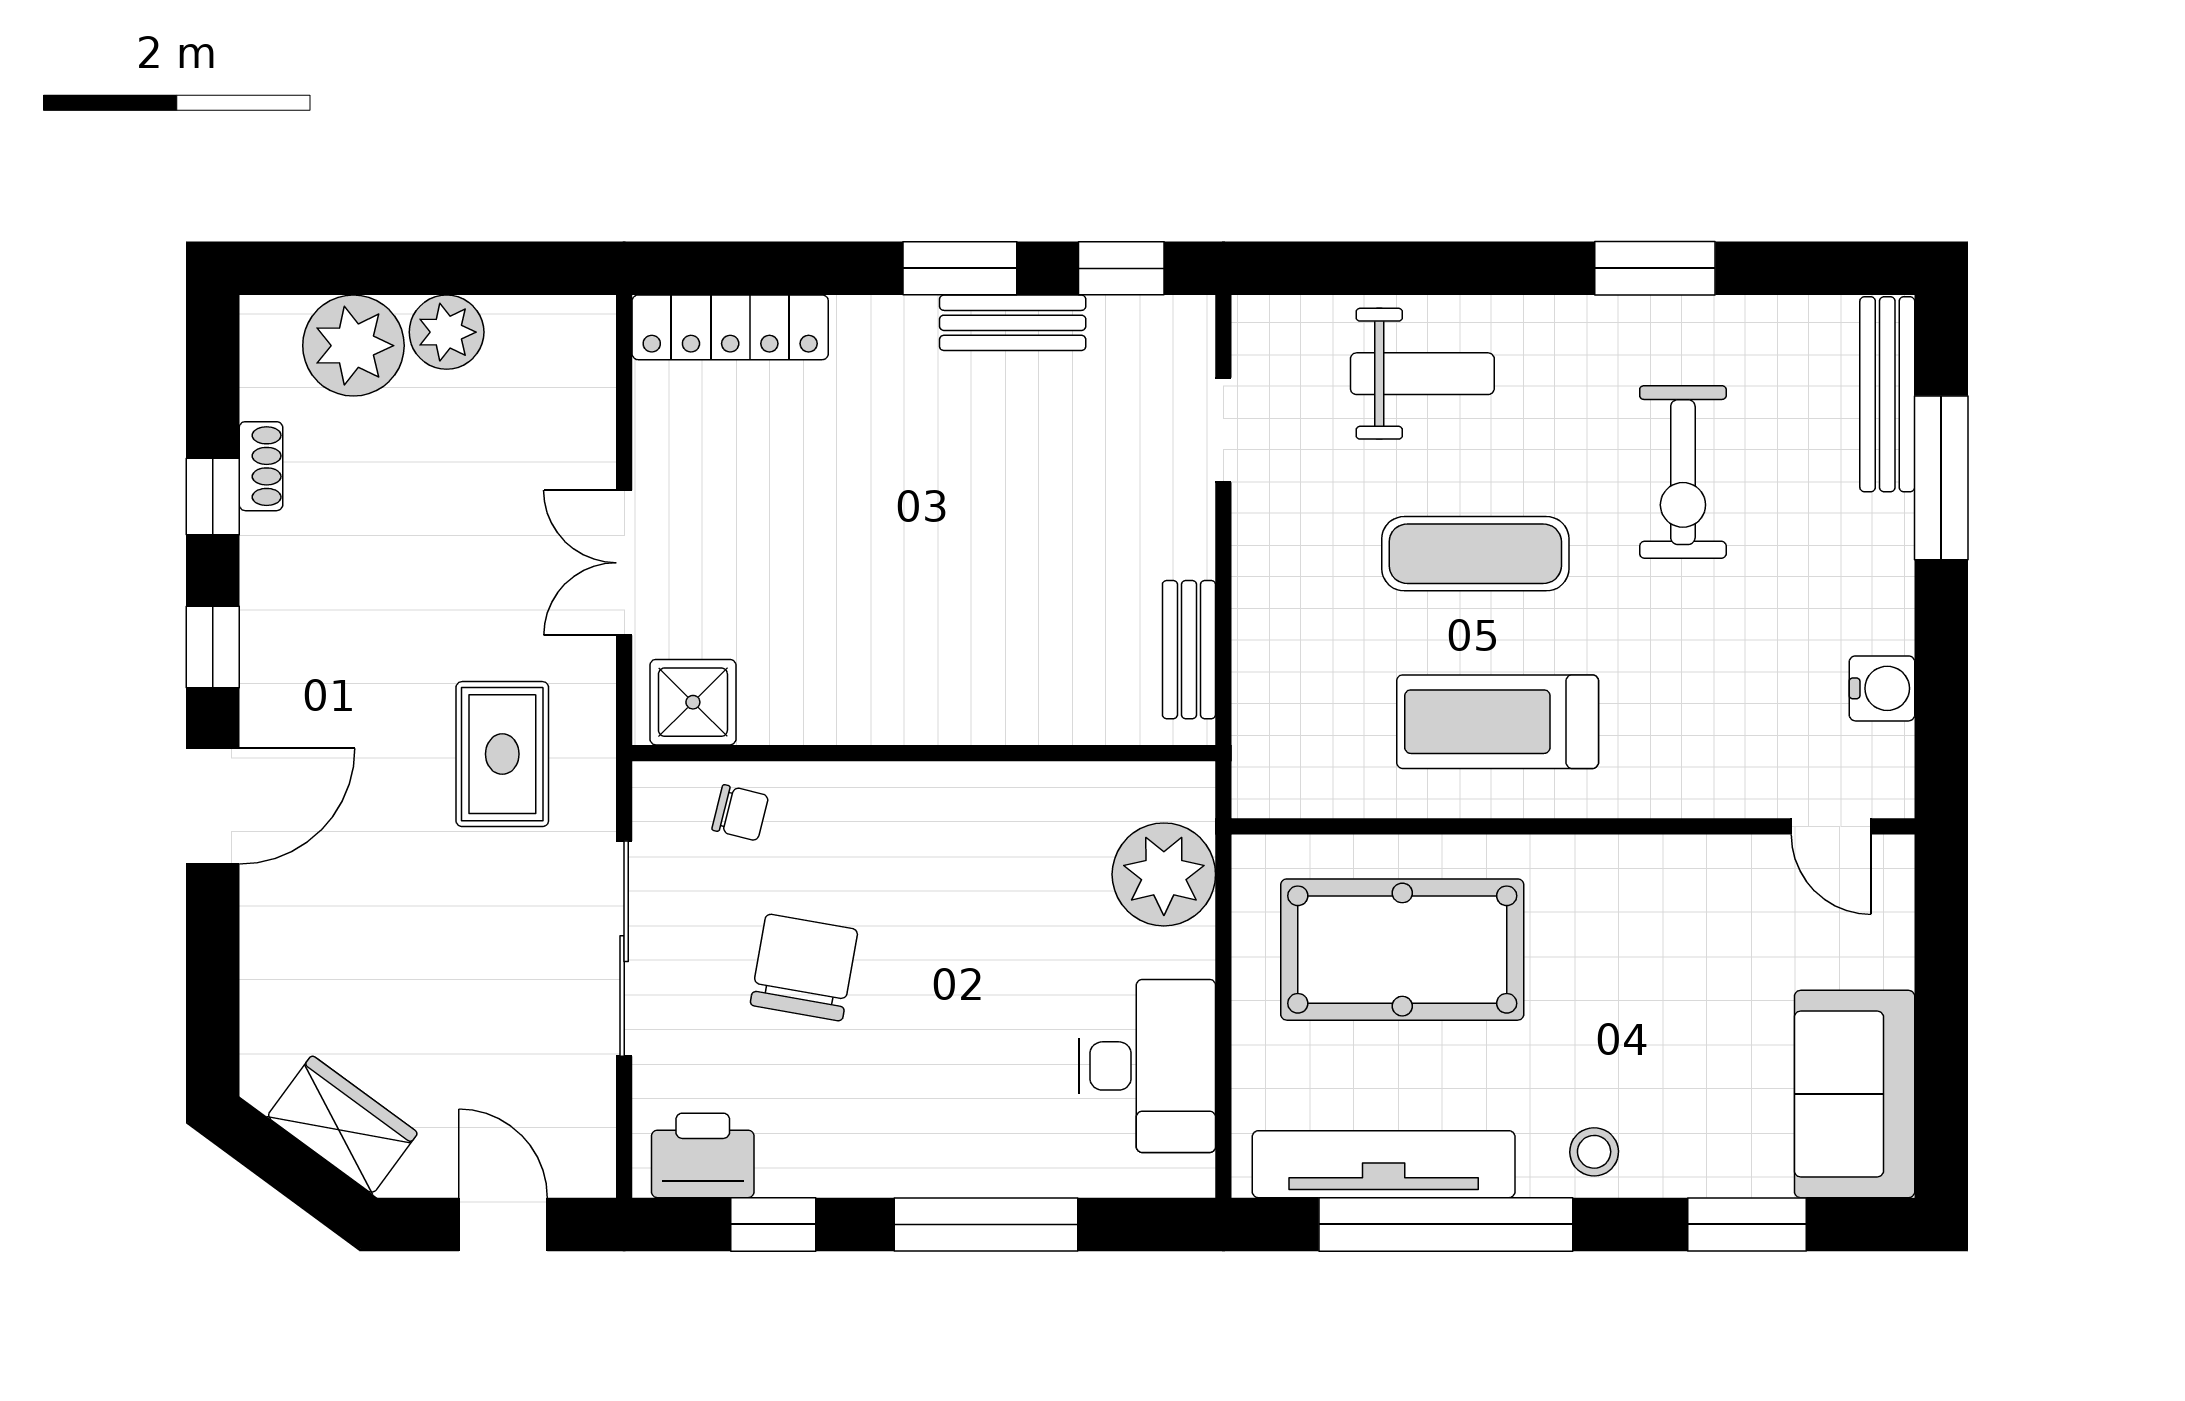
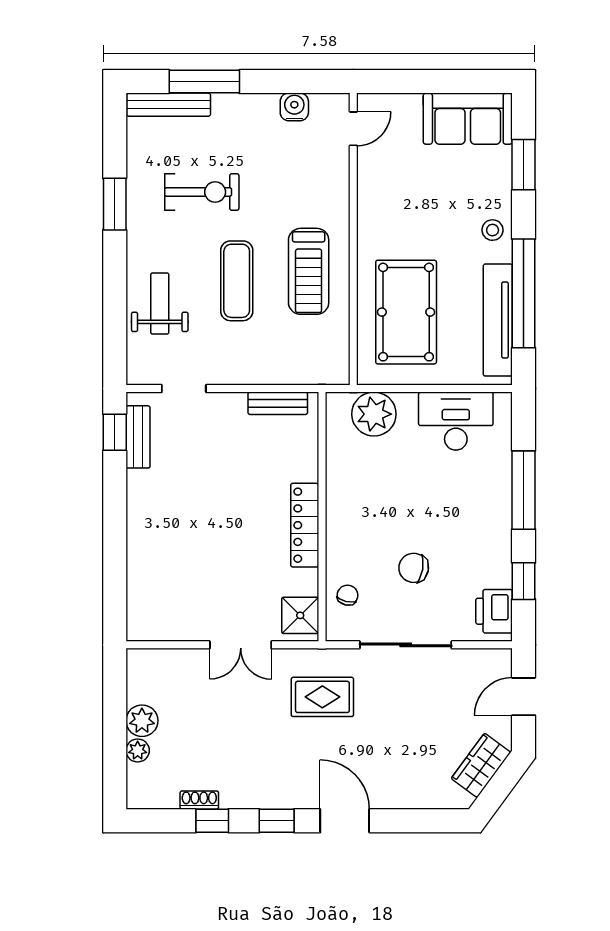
window: (960, 268) -> (115, 501), removed
bench: (1013, 323) -> (138, 437), moved
locker: (730, 327) -> (305, 525), moved, turned 180
plant: (353, 346) -> (138, 750), width x0.53, depth x0.53
chair: (804, 967) -> (414, 568), width x0.73, depth x0.73

